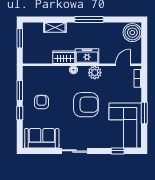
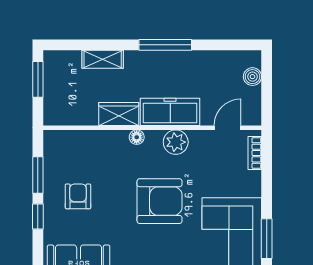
boiler: (132, 33) -> (252, 77), width x0.54, depth x0.54
freezer: (87, 56) -> (170, 112), width x1.40
window: (144, 113) -> (267, 239), moved

